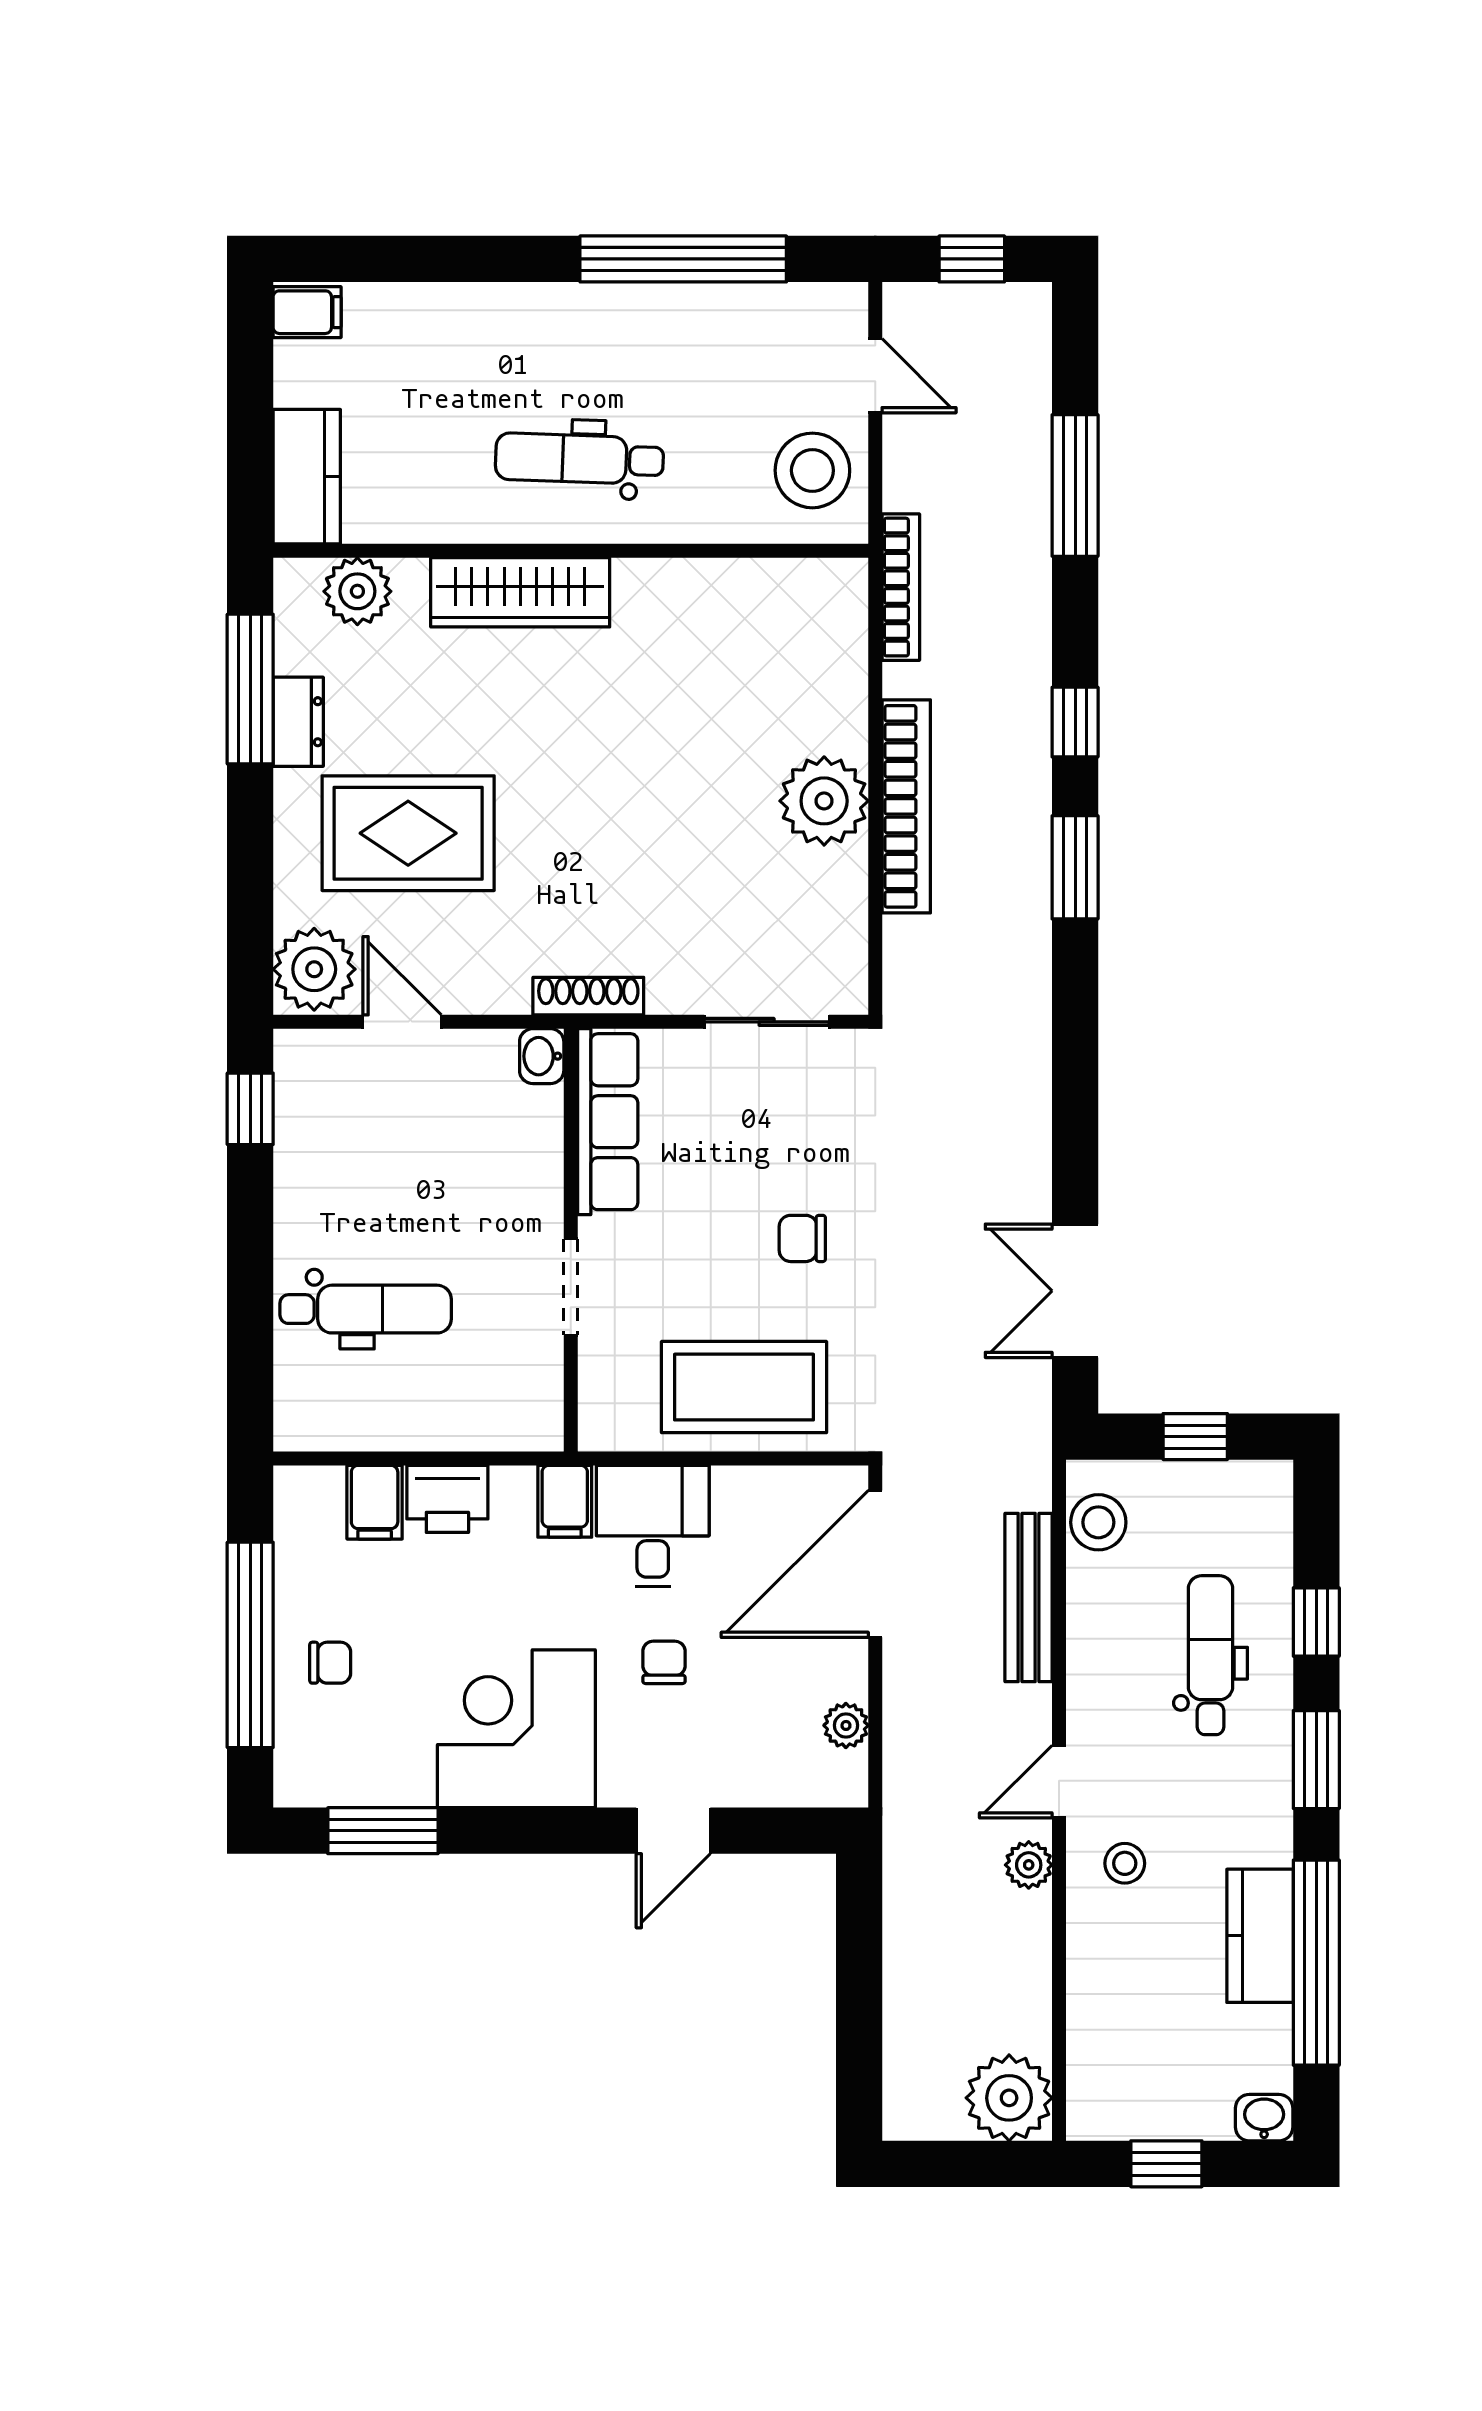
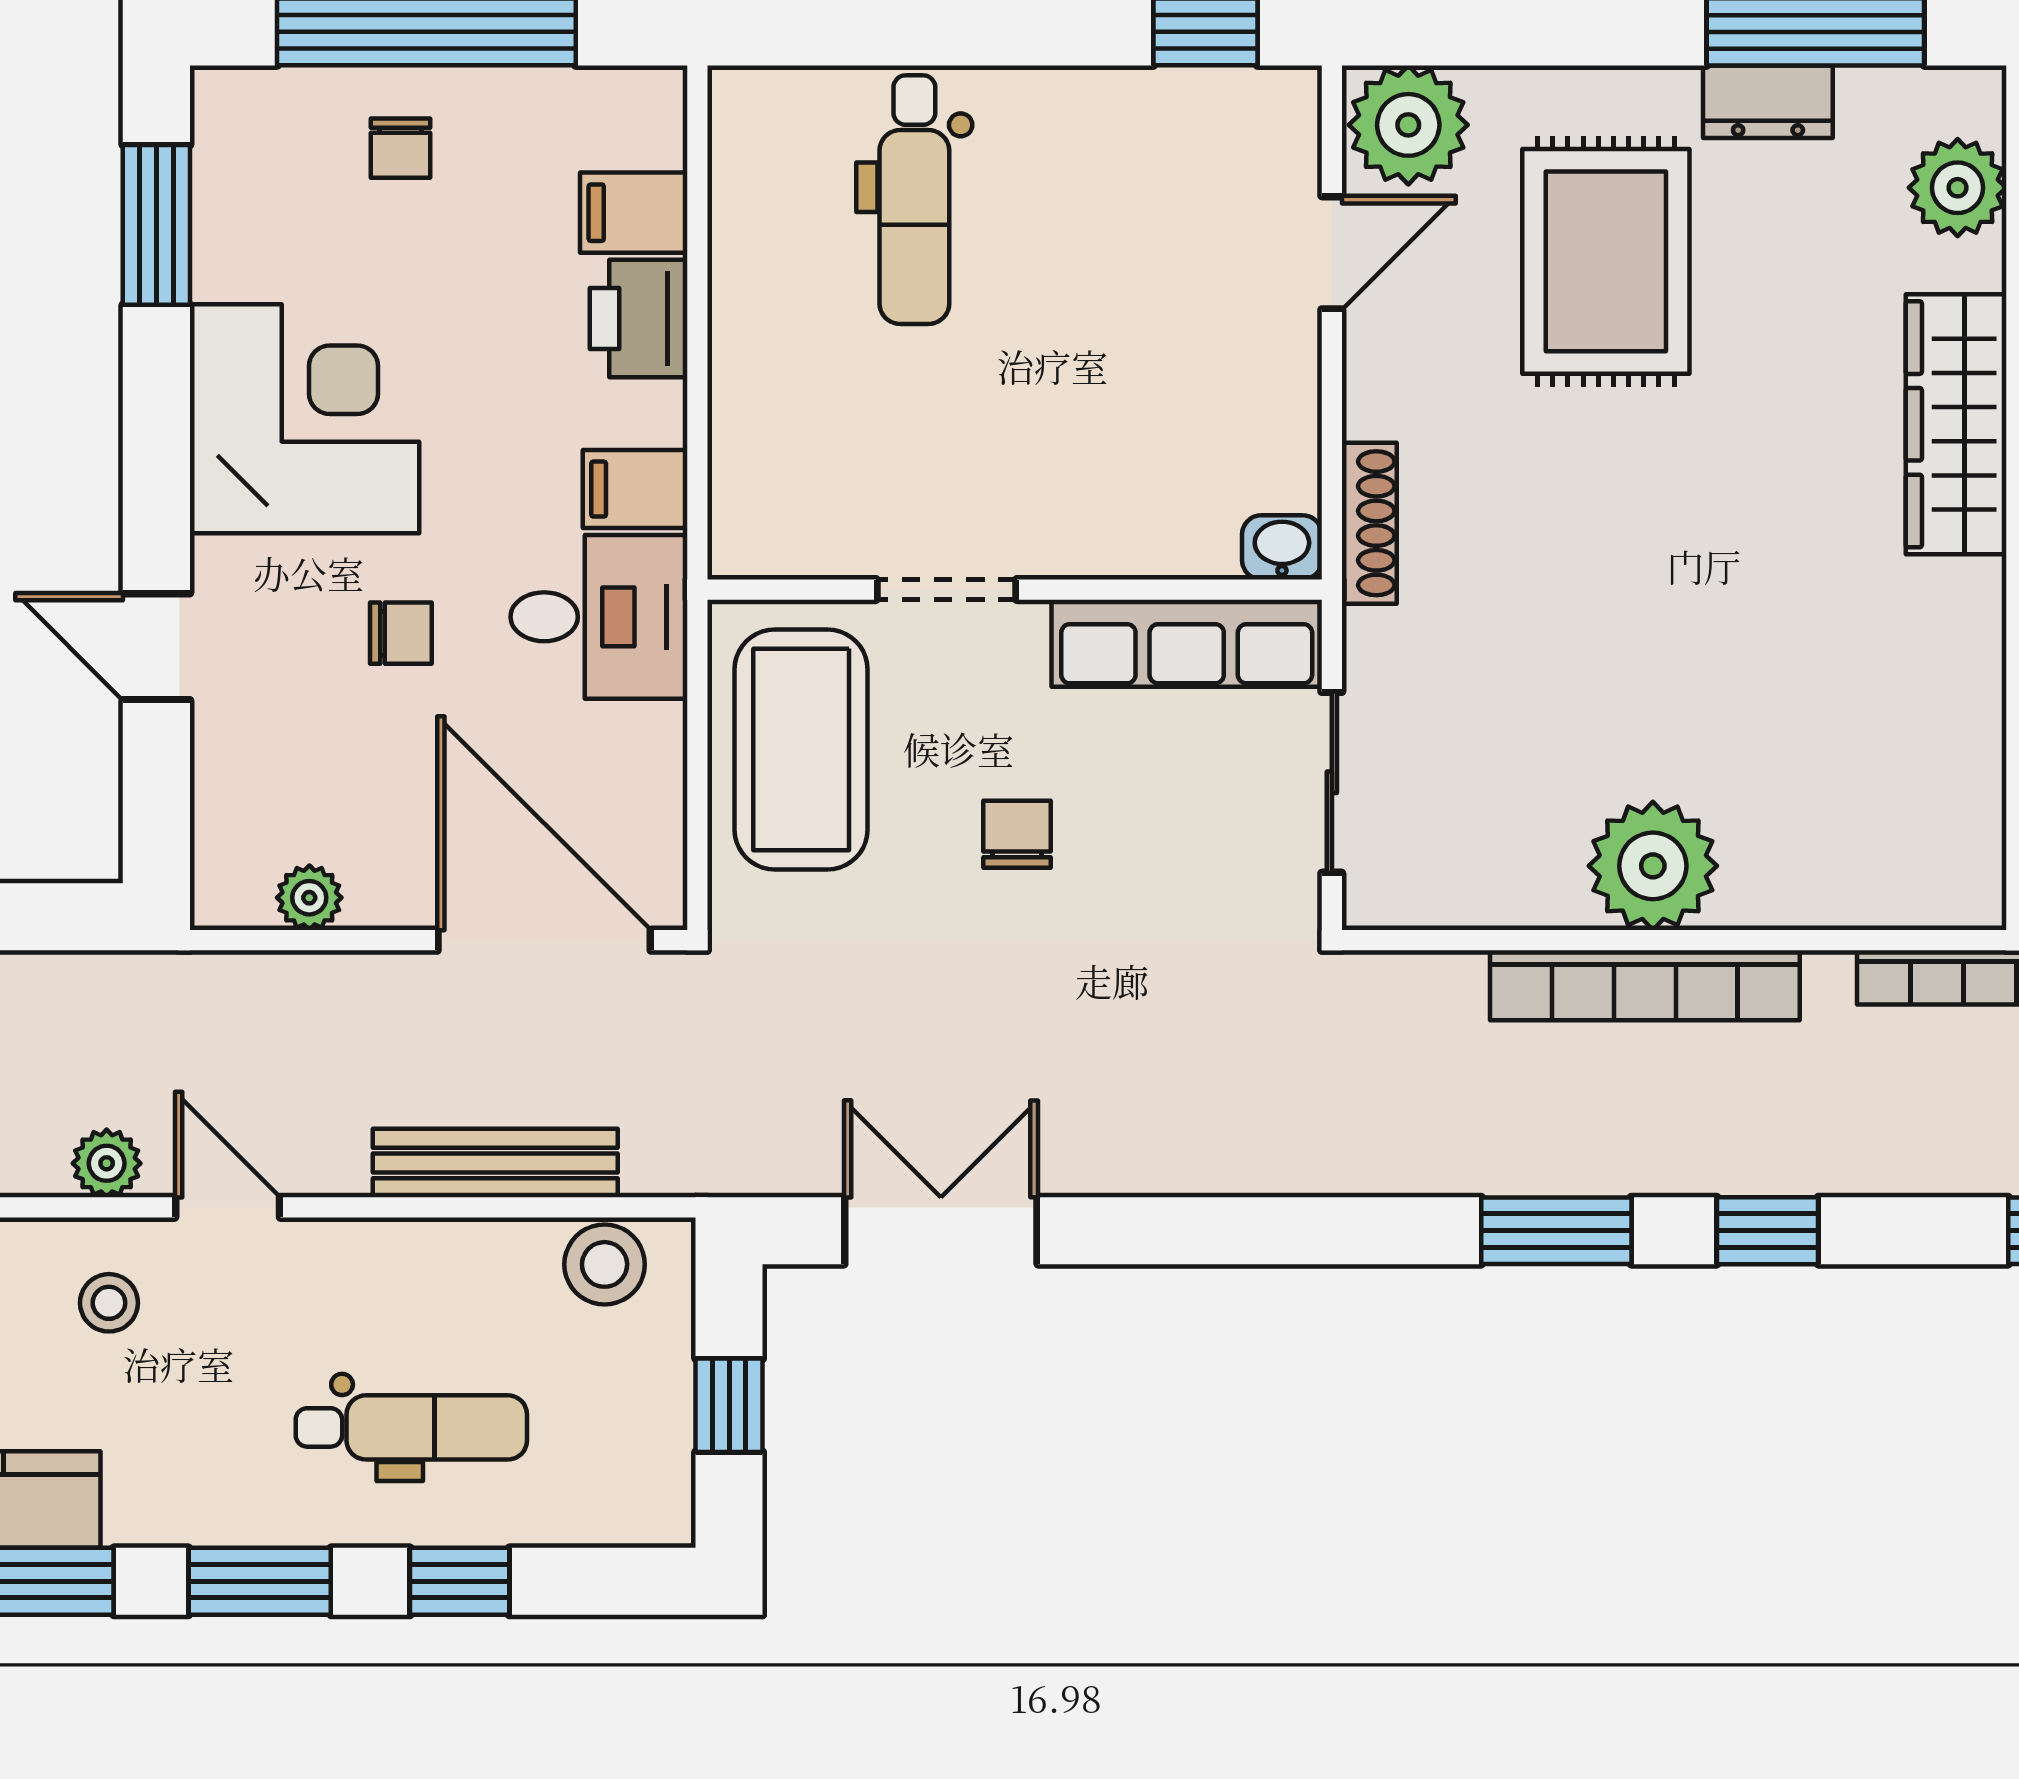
washbasin: (542, 1056) -> (1282, 547), moved
row of seats: (608, 1122) -> (1187, 643), moved
wall: (571, 1240) -> (1015, 590), moved
doorway: (571, 1287) -> (946, 590), moved

